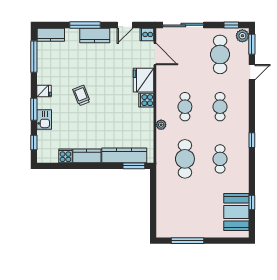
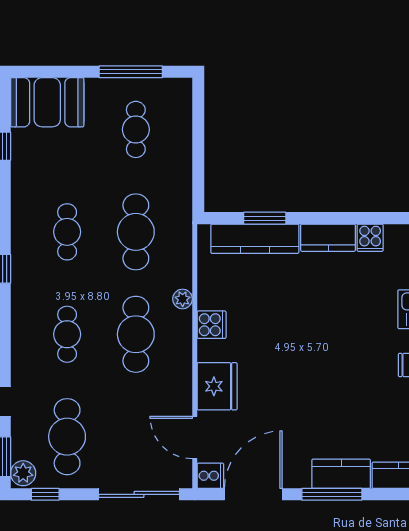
door: (125, 25) -> (253, 494), width x1.88
kitchen counter: (95, 35) -> (341, 474), moved
trolley: (81, 96) -> (339, 356), removed
cooker: (146, 100) -> (212, 325), moved
cafe table: (185, 107) -> (136, 334), width x1.37, depth x1.35
window: (134, 166) -> (265, 218), moved
cafe table: (185, 211) -> (136, 129), added
booth: (236, 212) -> (47, 102), moved, turned 90

